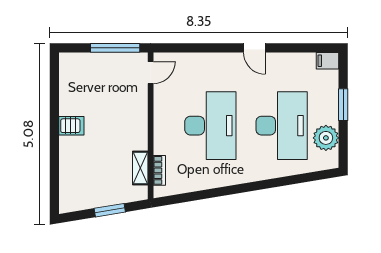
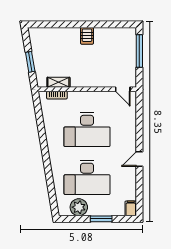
window: (115, 48) -> (139, 51), moved

